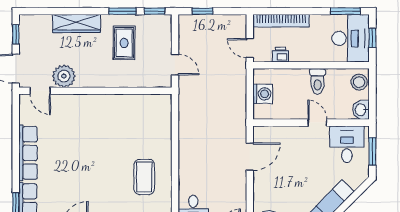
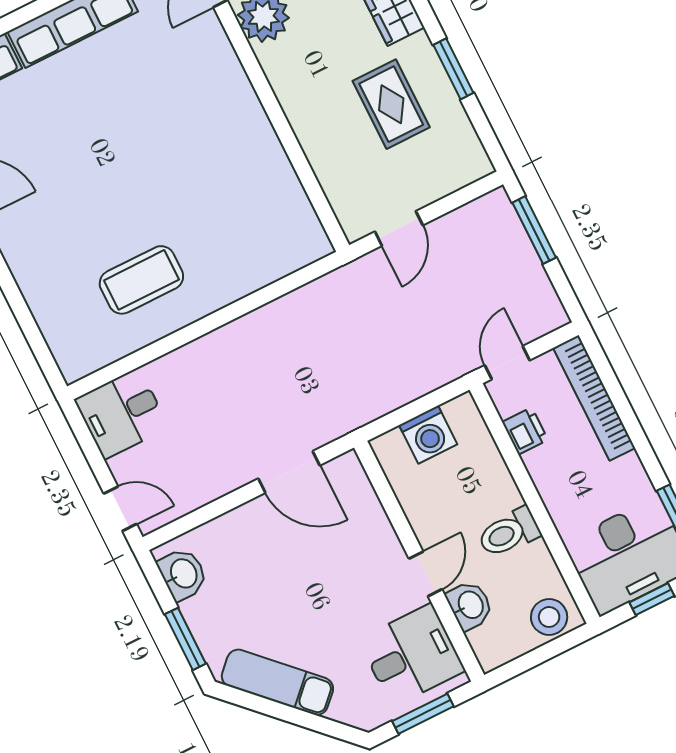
window: (155, 11) -> (486, 134), removed
window: (202, 11) -> (534, 230), width x1.50
rug: (124, 43) -> (391, 104), turned 90
washbasin: (361, 110) -> (470, 605), moved, turned 90

